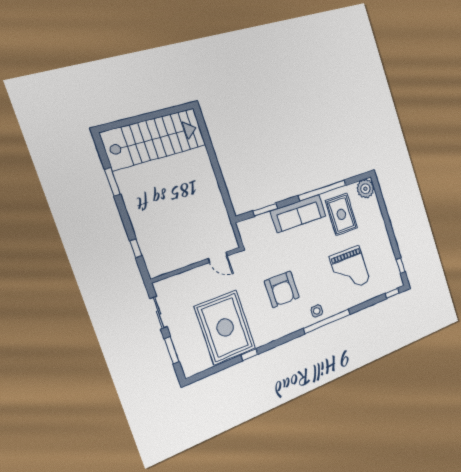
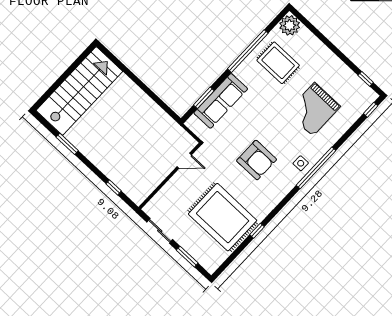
sofa: (298, 213) -> (221, 101), moved
grand piano: (350, 269) -> (314, 109), turned 90

